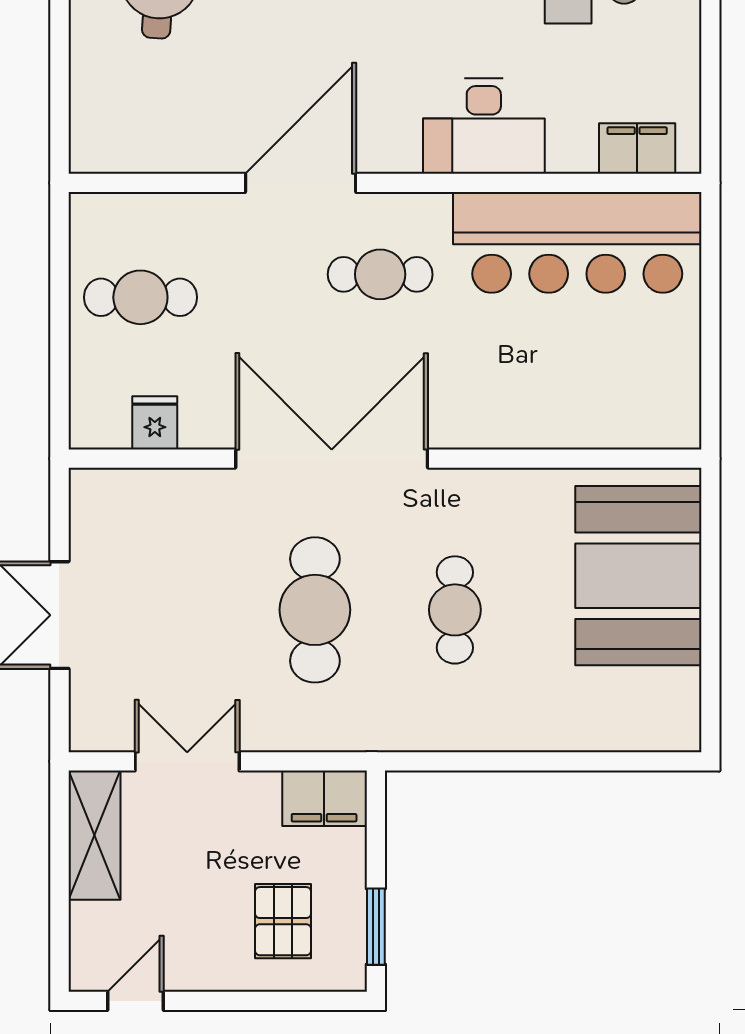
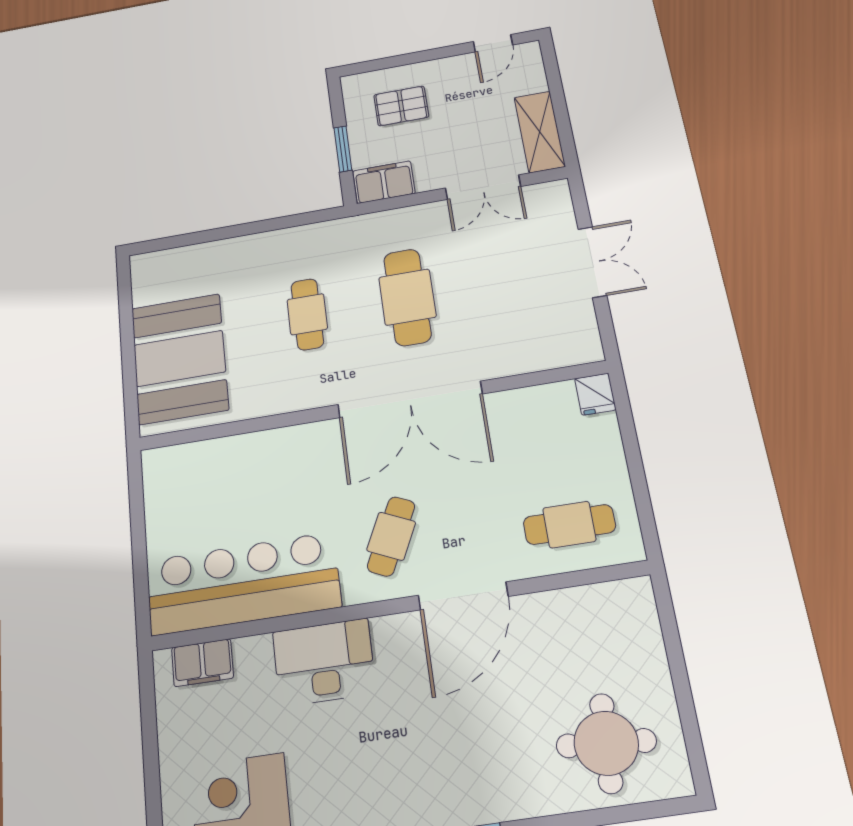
cafe table: (380, 274) -> (391, 536), turned -65
cafe table: (140, 297) -> (569, 525), moved
fridge: (155, 423) -> (595, 394), moved
pallet: (283, 921) -> (401, 106), turned 90
window: (376, 927) -> (343, 149), moved

